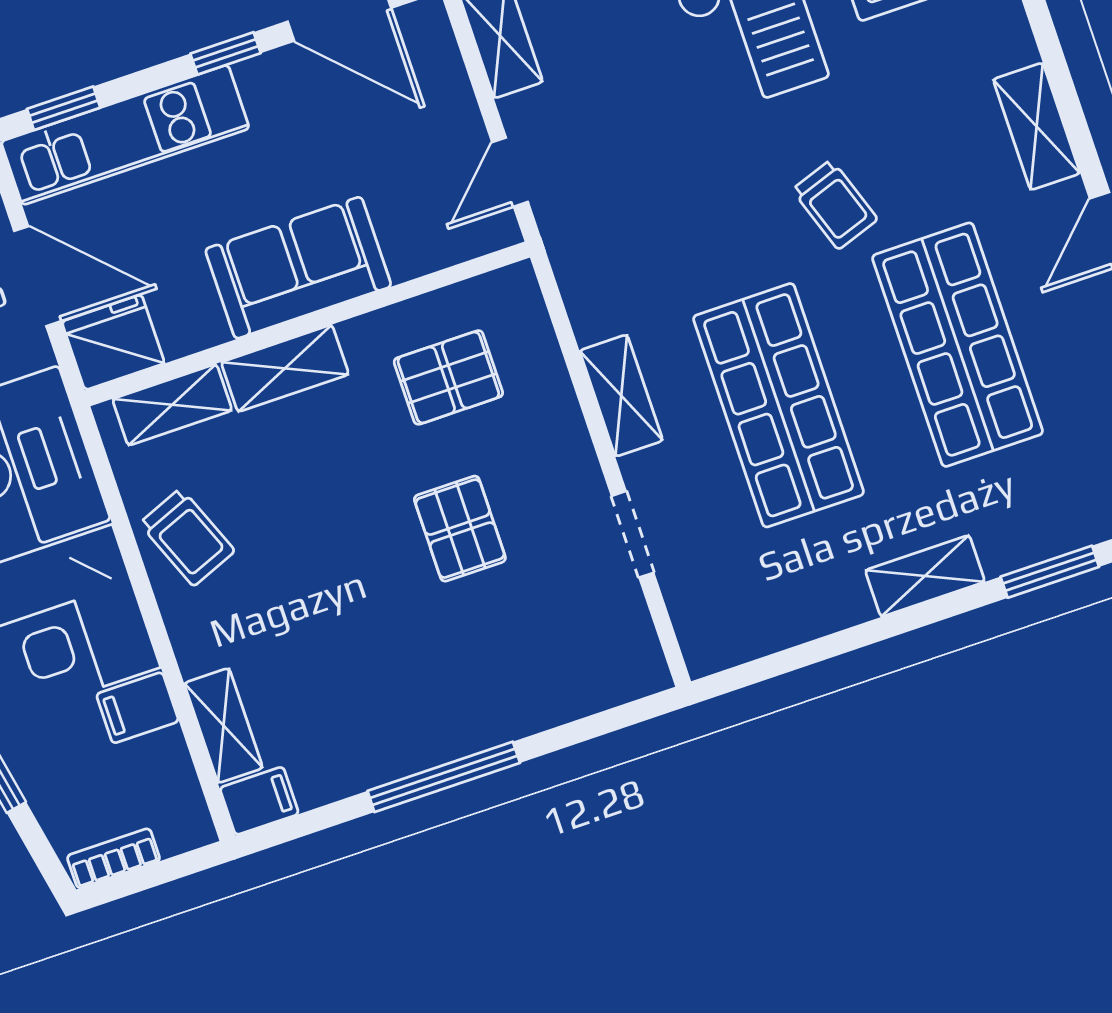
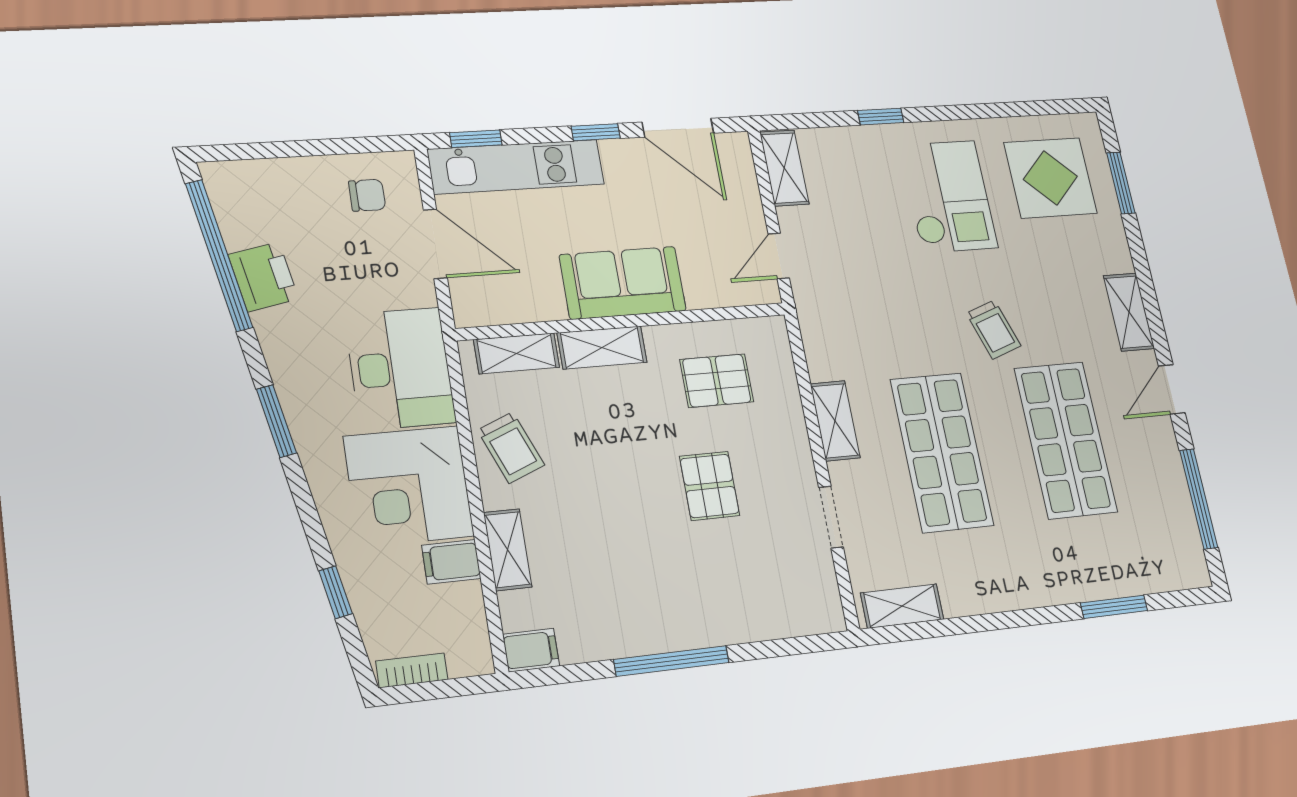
fridge: (113, 342) -> (482, 301), removed
shelving: (925, 576) -> (902, 606), moved
shelving: (223, 726) -> (508, 550), moved

